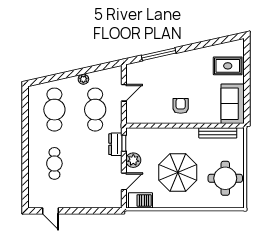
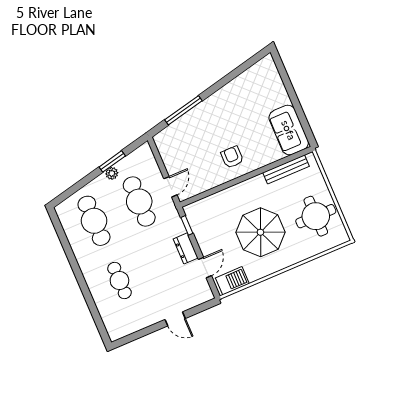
rug: (228, 66) -> (265, 90), removed
window: (88, 70) -> (112, 161), added
door: (124, 93) -> (170, 187), moved
dresser: (115, 144) -> (186, 248), moved
plant: (133, 160) -> (205, 240), removed
door: (50, 211) -> (175, 319), moved

